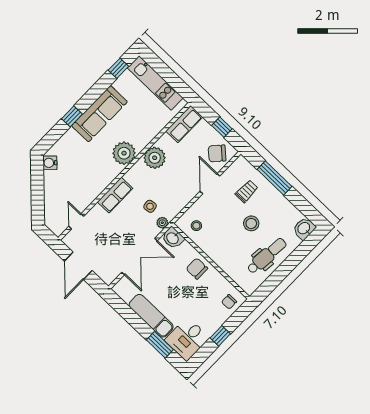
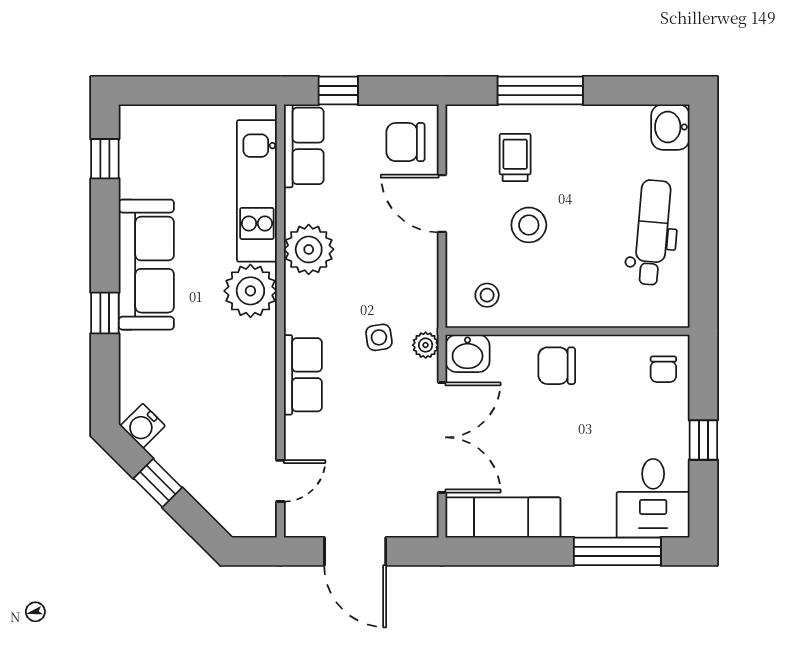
kitchen unit: (155, 83) -> (257, 191), moved, turned 90
window: (222, 127) -> (338, 91), moved
chair: (217, 153) -> (405, 142), turned 48
window: (37, 185) -> (158, 483), added
door: (76, 221) -> (280, 481), swing flipped
stool: (251, 223) -> (529, 225), moved
exam couch: (151, 316) -> (503, 518), moved
window: (160, 345) -> (617, 551), width x1.44

